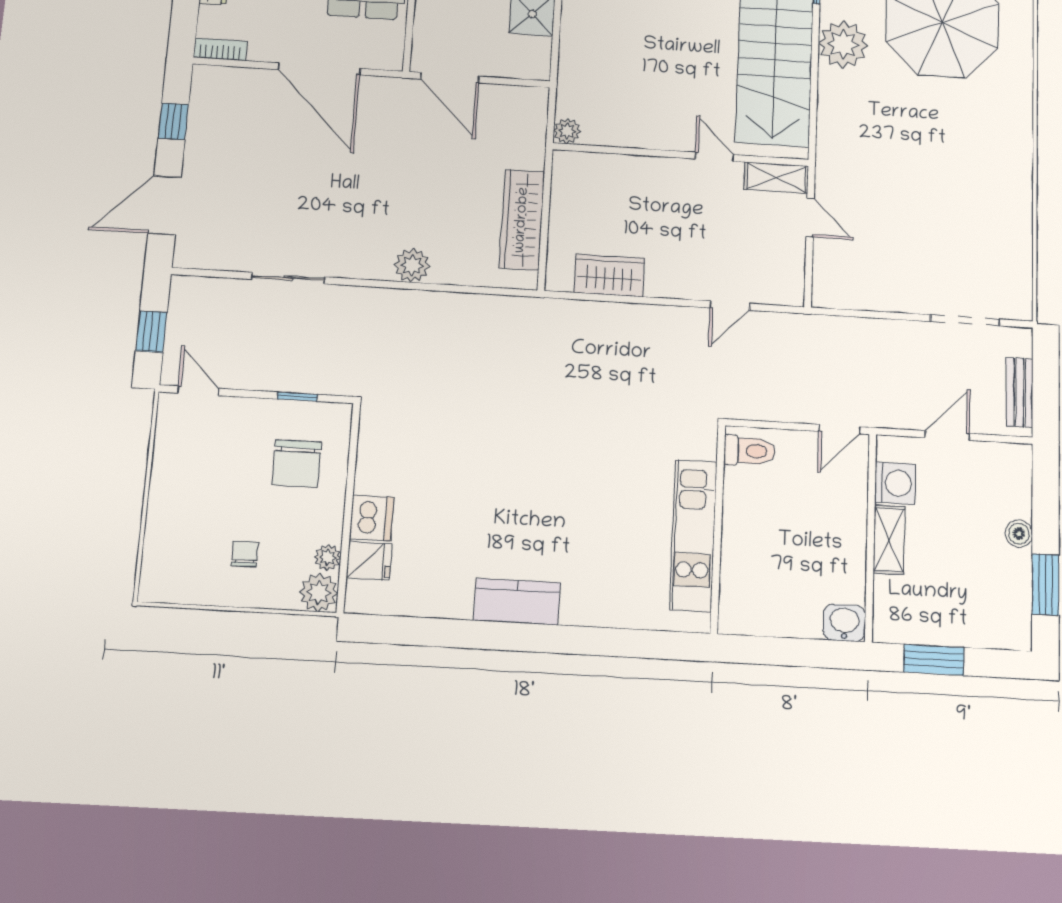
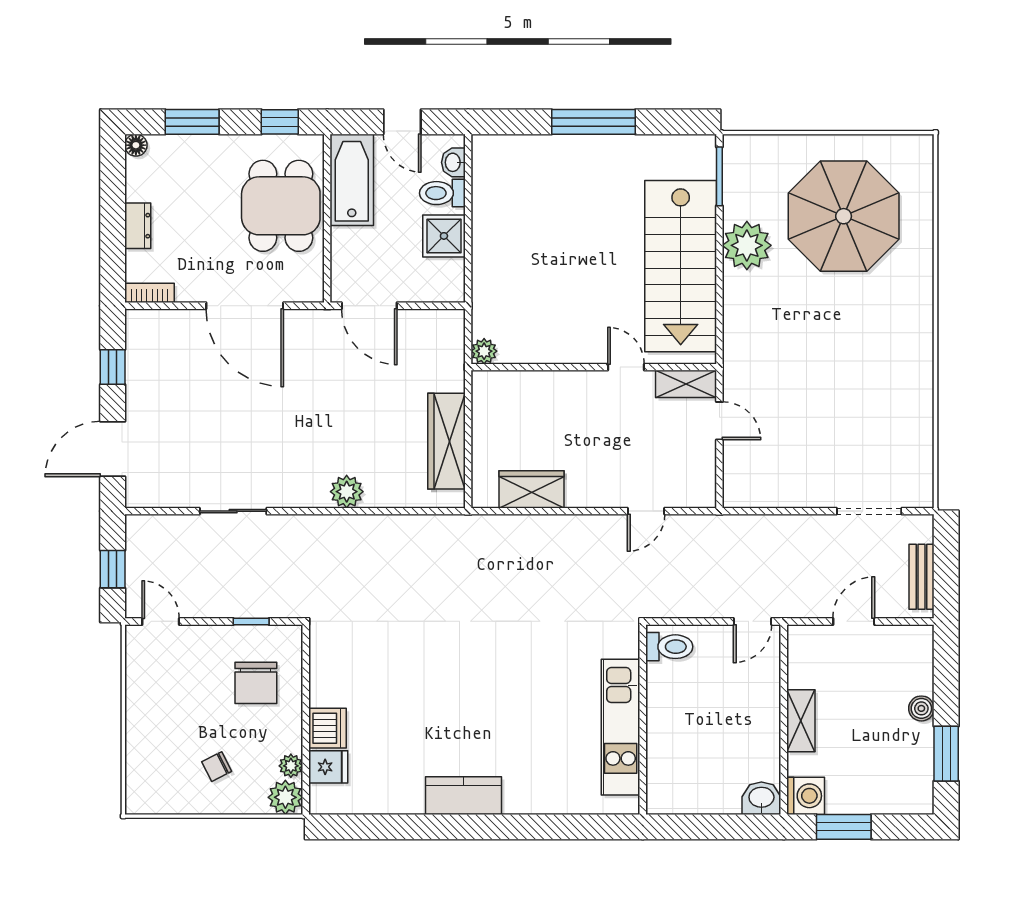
washing machine: (895, 483) -> (806, 796), moved
chair: (245, 554) -> (217, 767), turned -117

